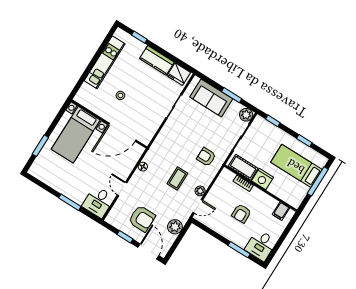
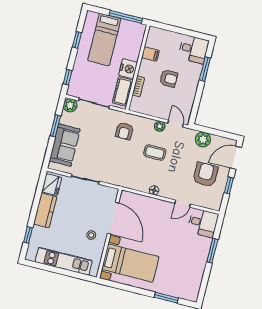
wall: (109, 124) -> (109, 234), moved
door: (122, 132) -> (113, 218), moved
bed with nightstands: (76, 135) -> (130, 263), moved
window: (318, 181) -> (126, 17), moved
filing cabinet: (281, 211) -> (150, 54), moved

